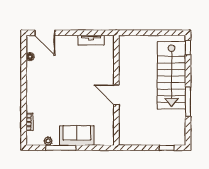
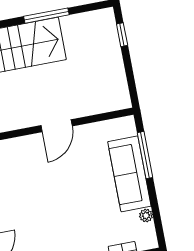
sofa: (77, 136) -> (129, 174), width x1.36
window: (61, 148) -> (145, 155), moved

